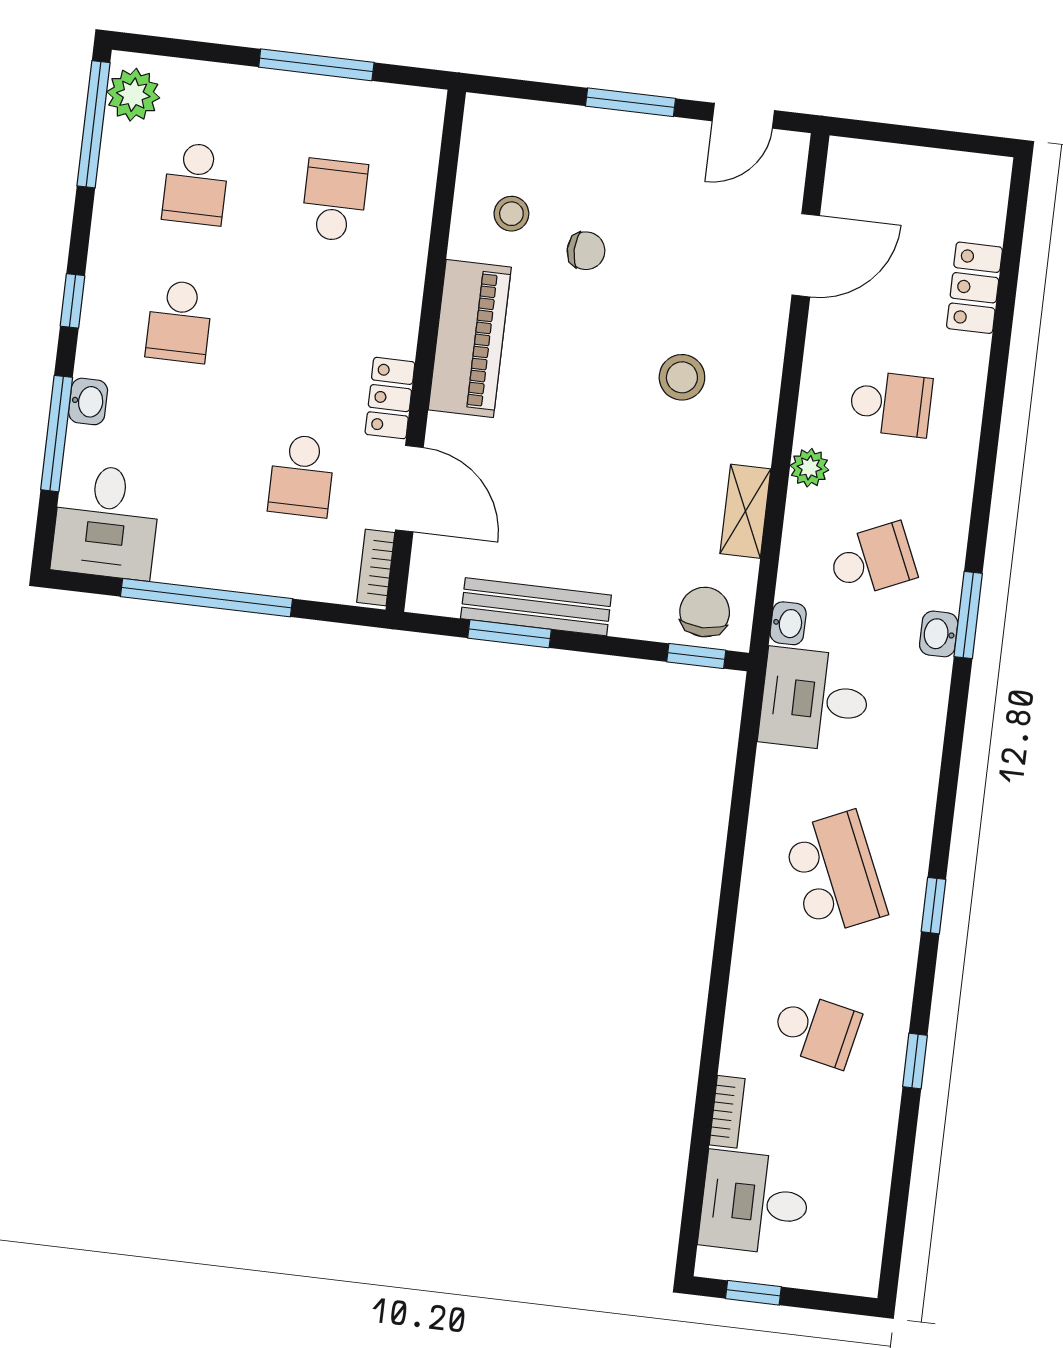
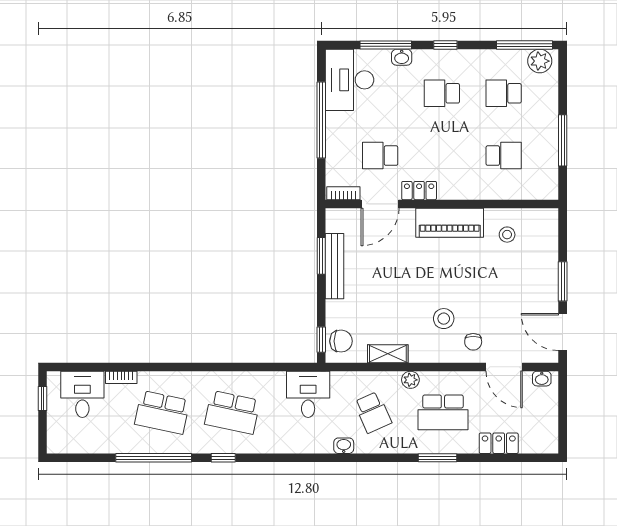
door: (743, 116) -> (563, 332), width x1.38
chair: (586, 251) -> (473, 342), moved
school desk: (891, 404) -> (443, 412), width x1.85
desk: (106, 522) -> (349, 80), width x1.37
window: (968, 615) -> (437, 458), moved
washbasin: (788, 623) -> (542, 379), moved
school desk: (835, 873) -> (232, 412), turned 36
school desk: (816, 1030) -> (162, 412), width x1.85
window: (915, 1061) -> (154, 458), width x3.17

